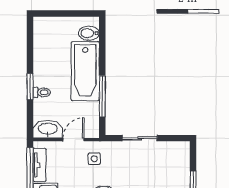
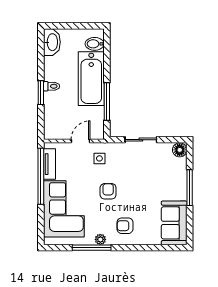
toilet: (42, 92) -> (52, 86), moved
washbasin: (48, 129) -> (52, 42), moved, turned 90
floor lamp: (182, 149) -> (180, 150), added

